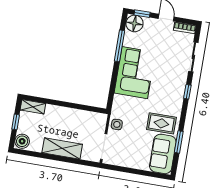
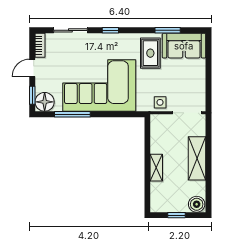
corner sofa: (135, 73) -> (99, 85), width x1.36, depth x1.36
shelving: (33, 107) -> (156, 168), moved

